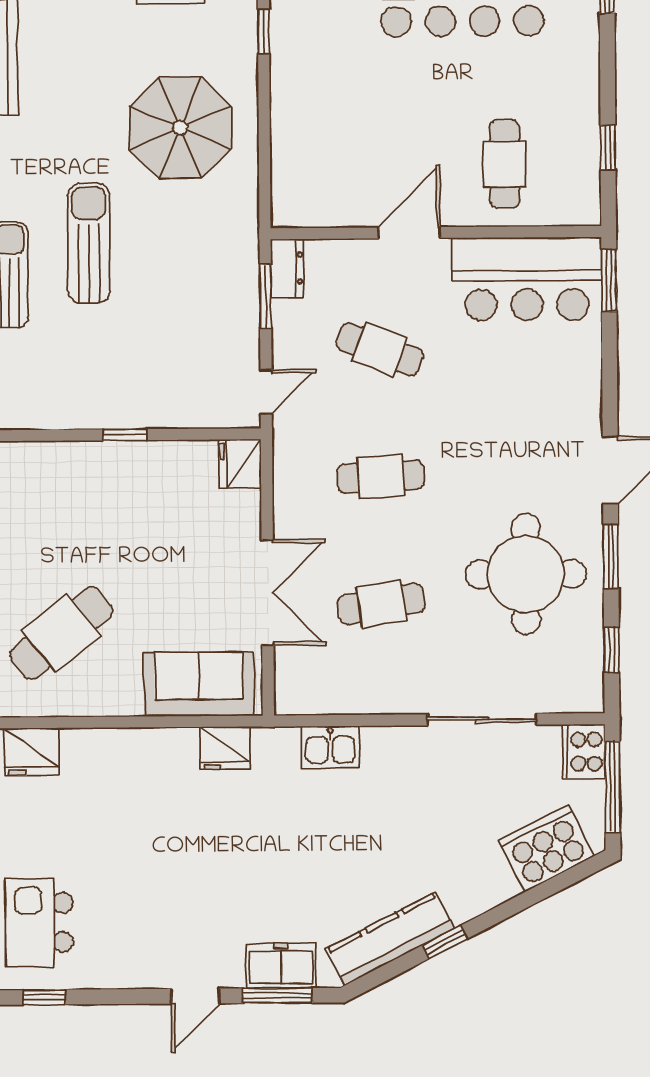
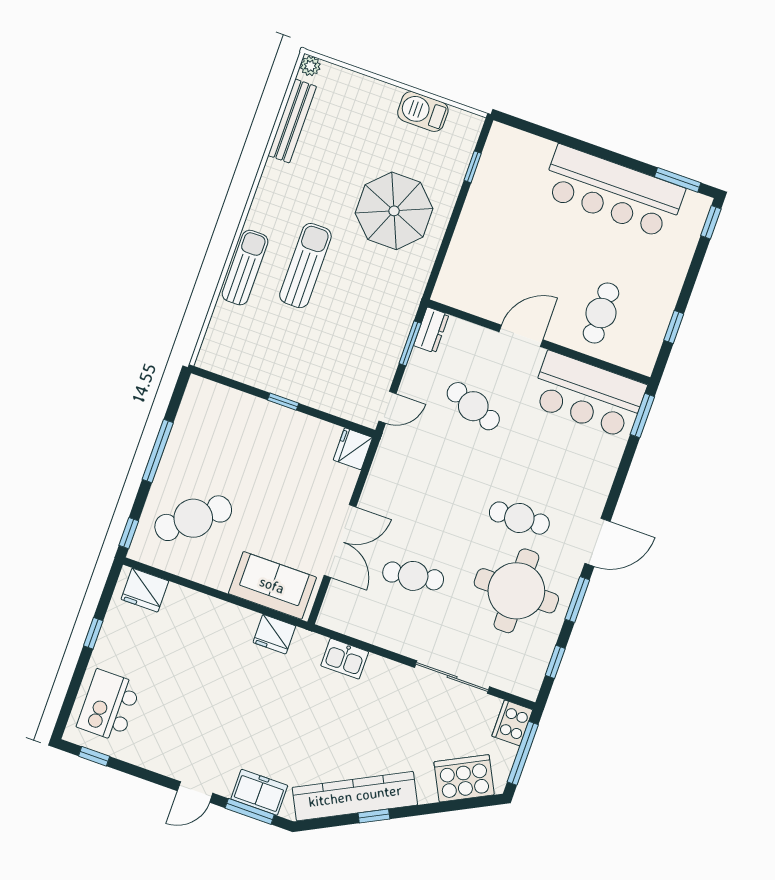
cafe table: (381, 477) -> (519, 518), moved
kitchen counter: (390, 939) -> (355, 796), width x1.39, depth x1.17

